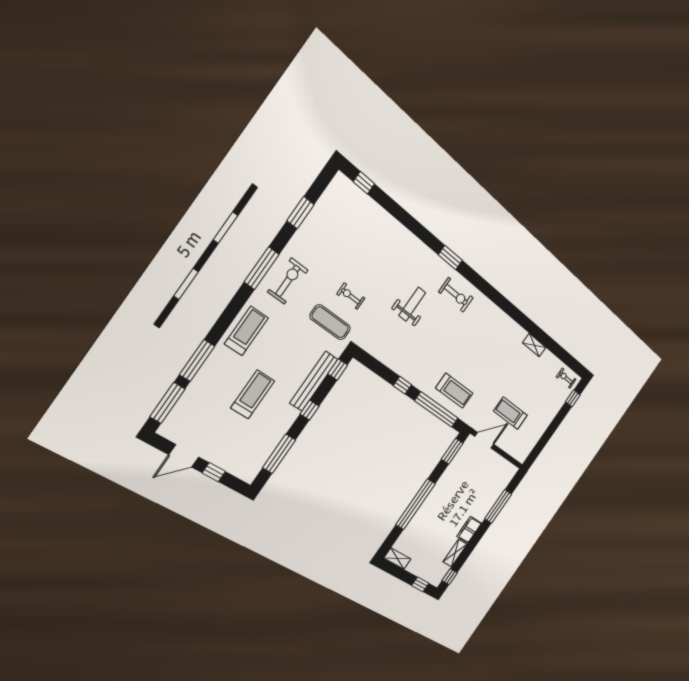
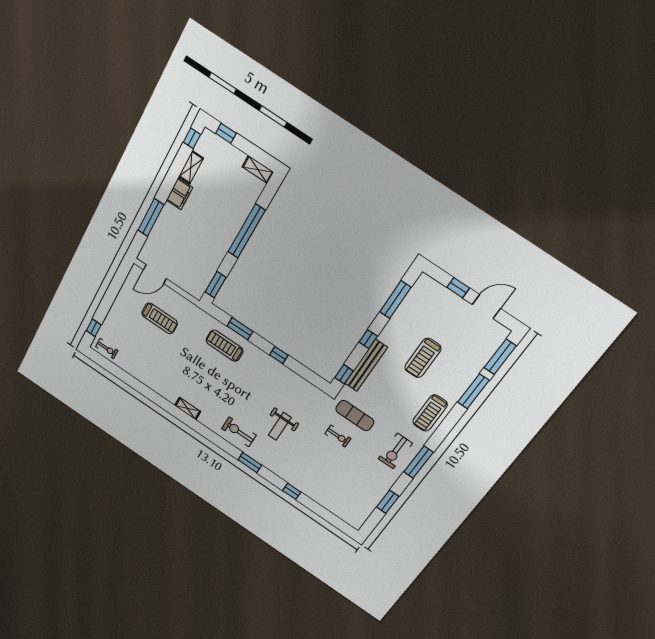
window: (364, 183) -> (292, 491), moved
shelving: (534, 345) -> (188, 409), moved
window: (437, 410) -> (240, 329), width x0.47
door: (484, 440) -> (155, 274), moved

